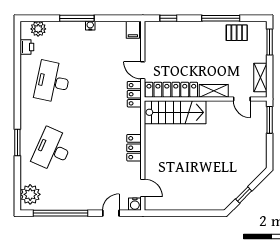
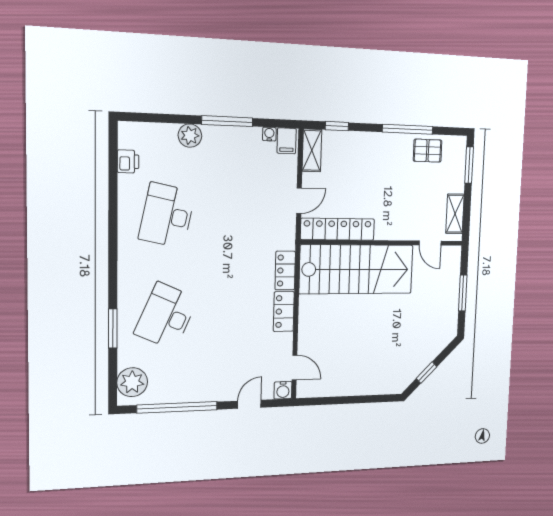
window: (77, 18) -> (227, 121), moved
water cooler: (90, 26) -> (269, 134), moved
plant: (38, 29) -> (190, 136), moved
door: (143, 70) -> (299, 201), swing flipped
shelving: (214, 91) -> (312, 150), moved, turned 90
locker: (134, 94) -> (285, 271), moved
stairs: (175, 112) -> (357, 269), width x1.36, depth x1.51
window: (270, 120) -> (463, 293), moved
window: (17, 142) -> (113, 328), moved

